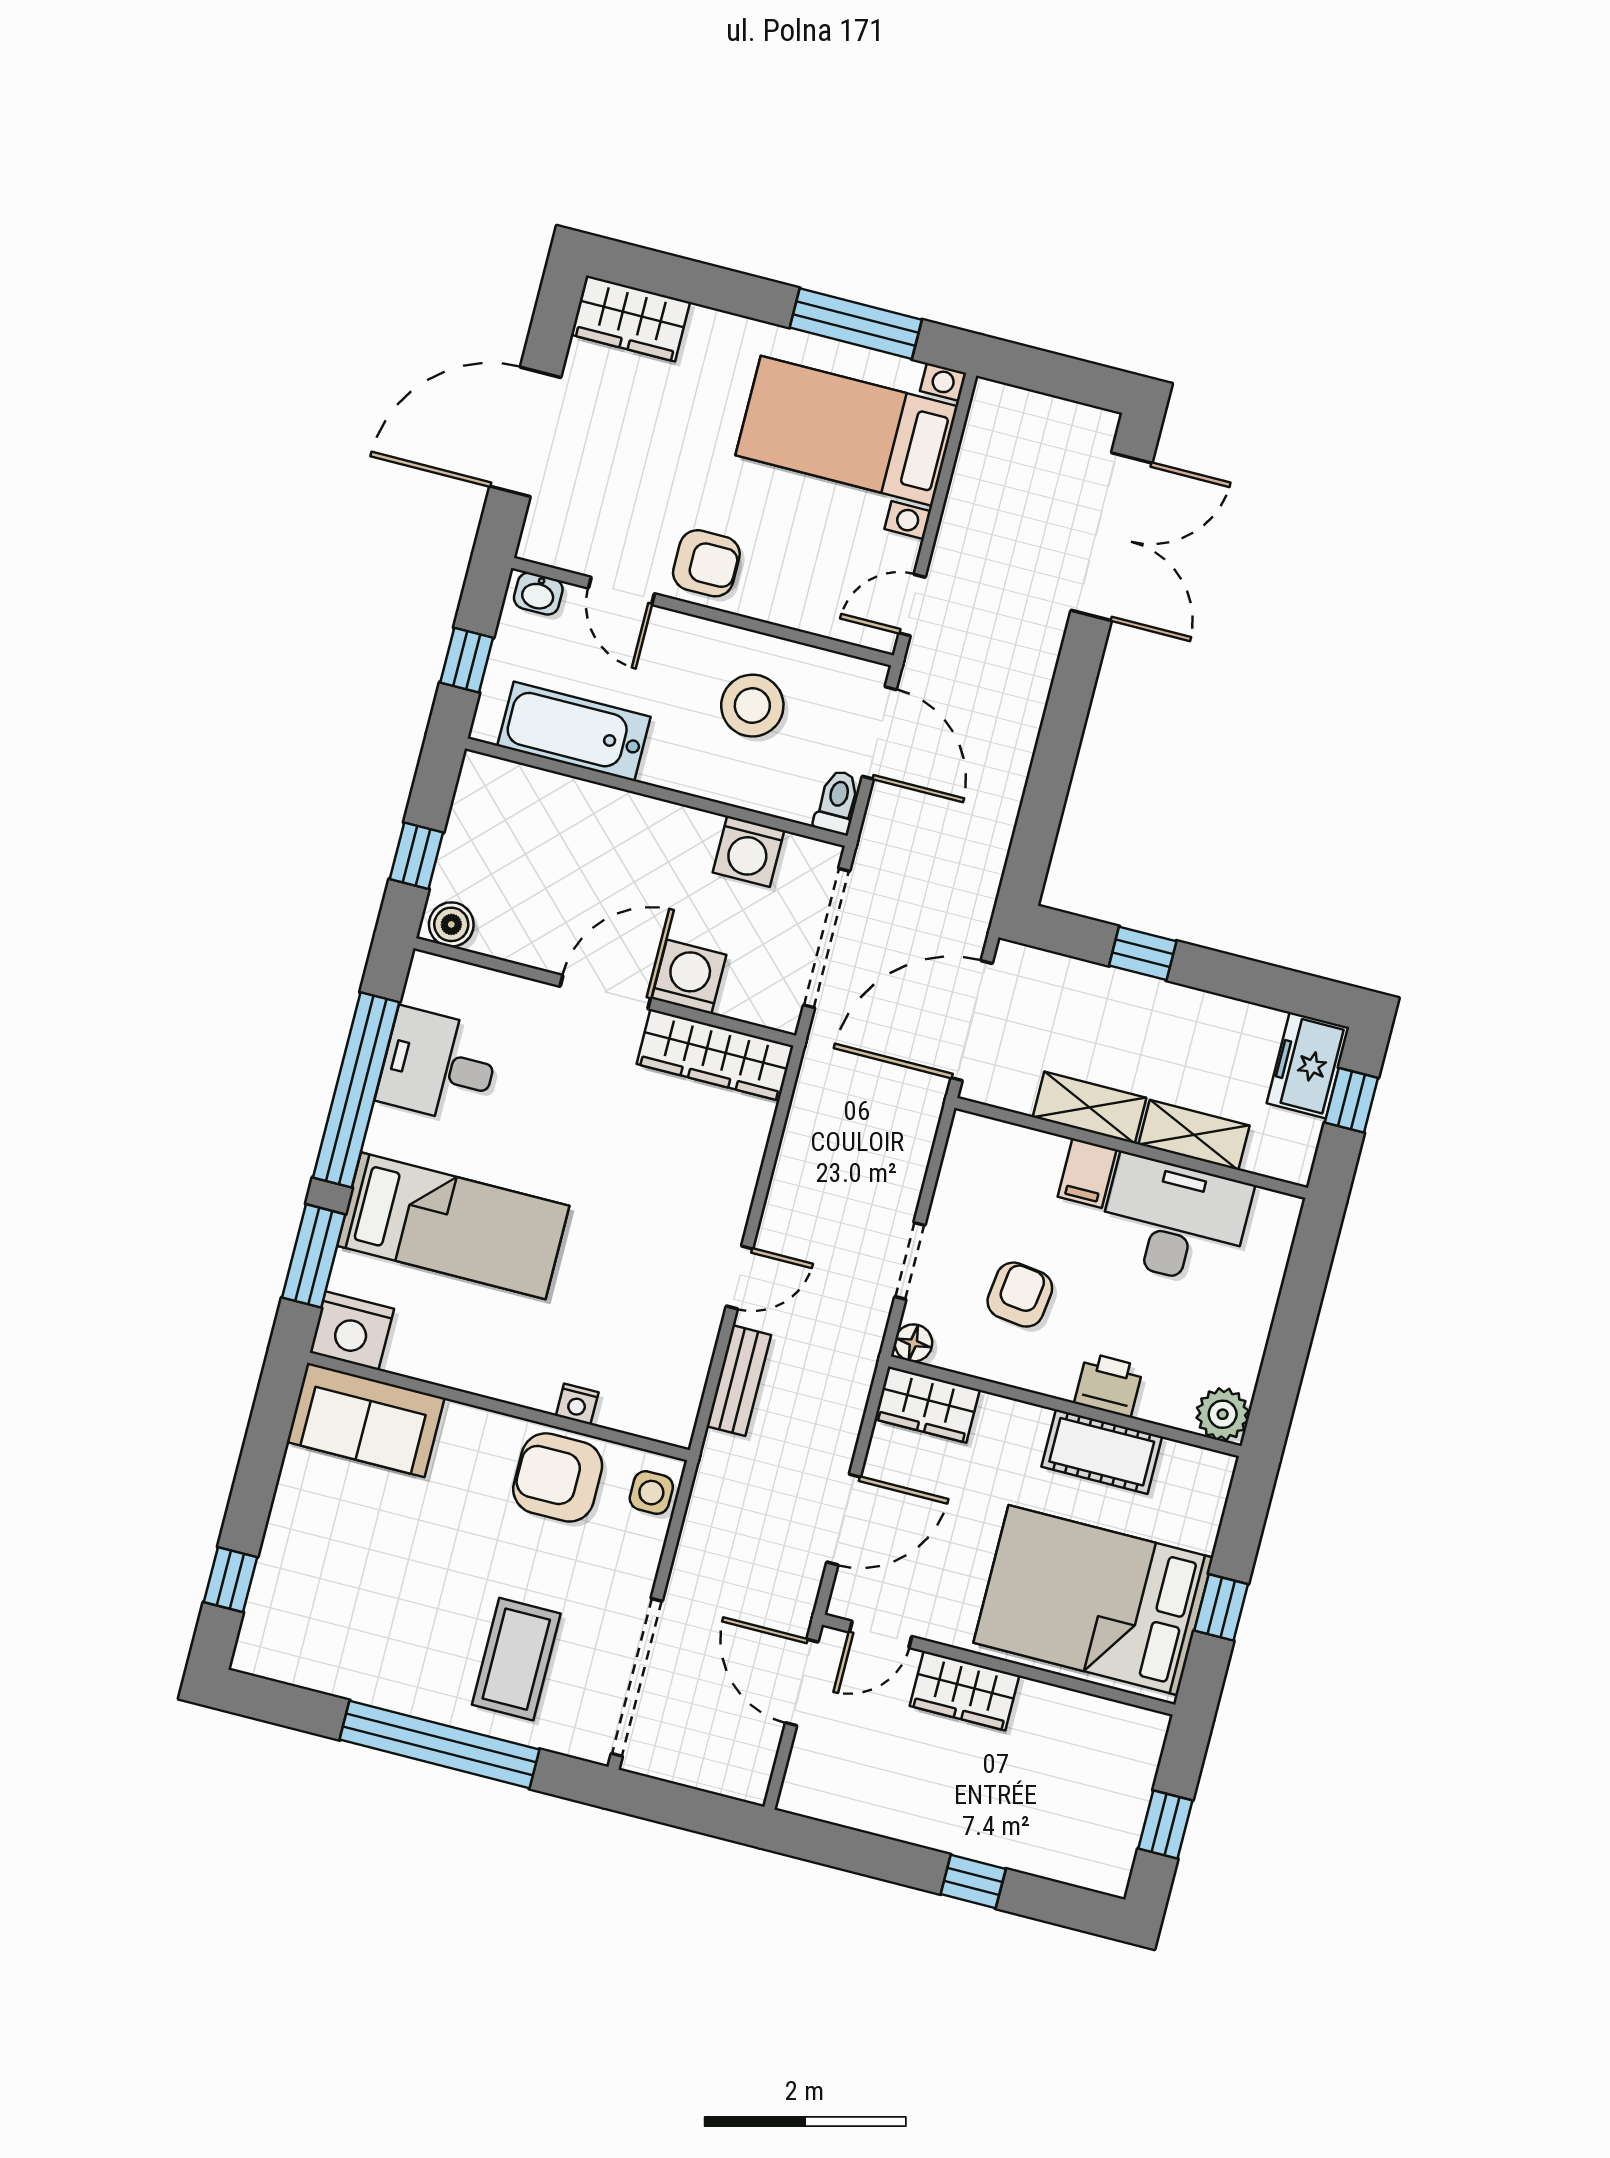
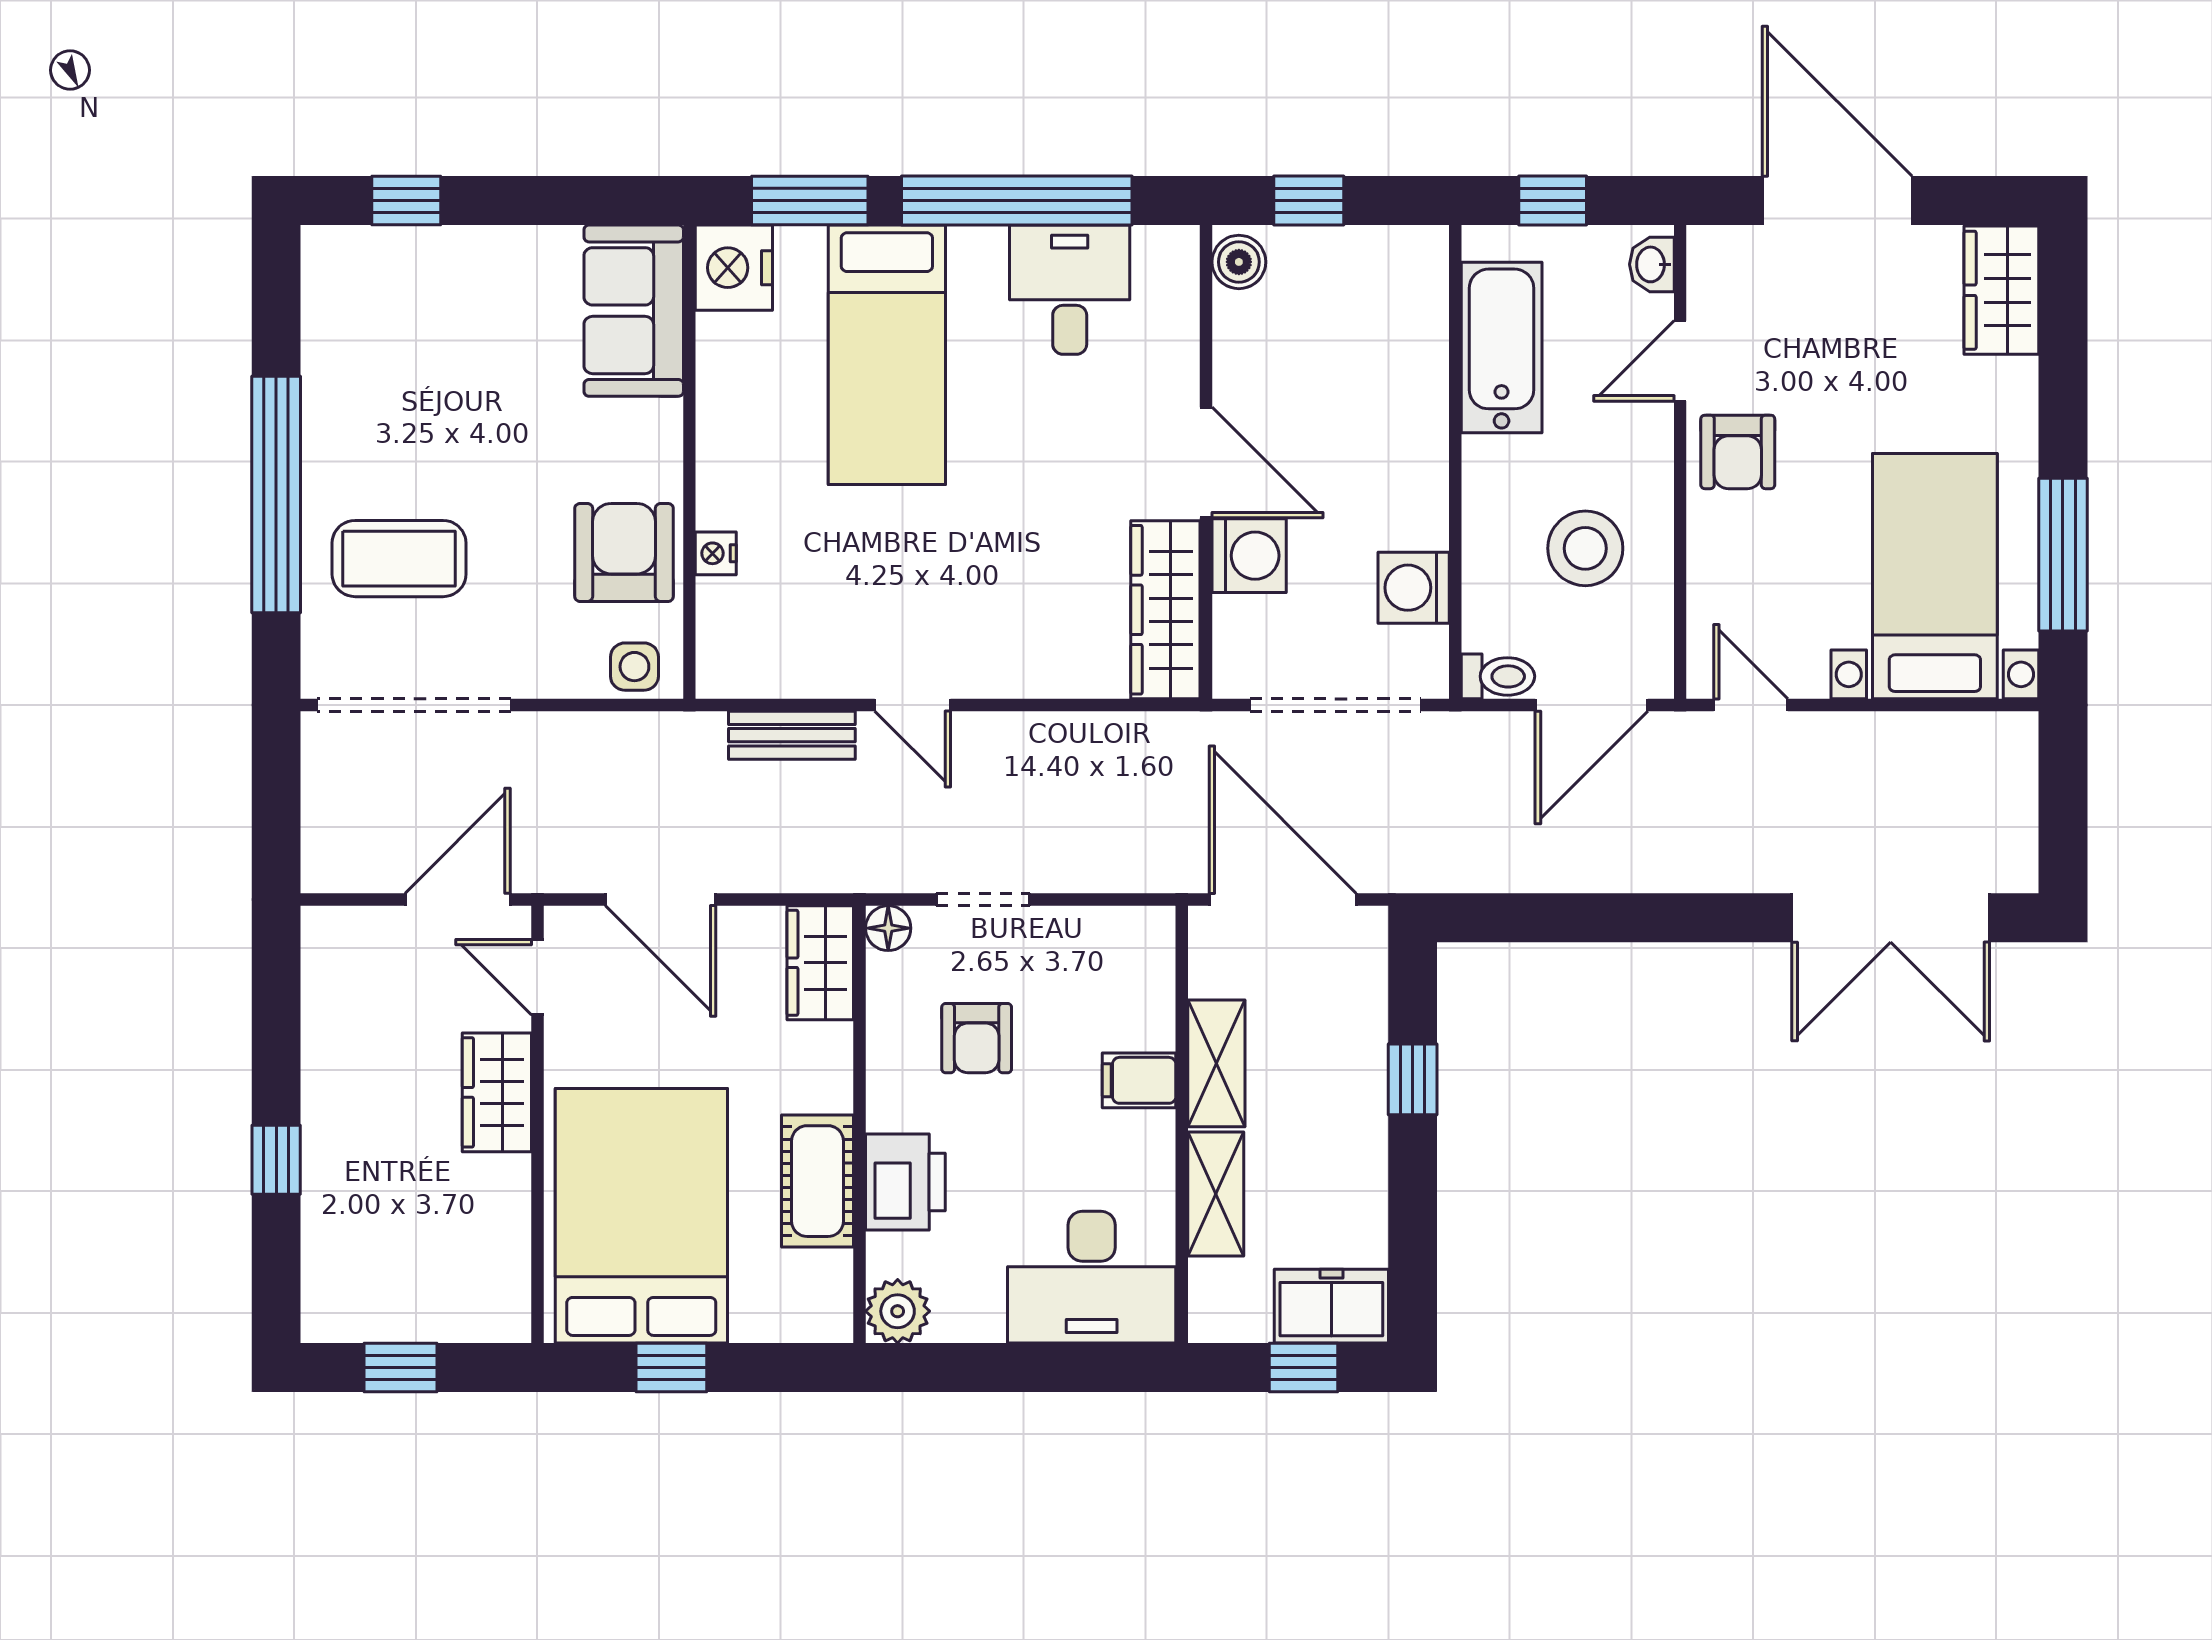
desk: (1174, 1221) -> (1092, 1277), moved, turned 90
armchair: (1020, 1295) -> (977, 1038), turned 83
printer: (1109, 1385) -> (905, 1182), width x1.36, depth x1.24

